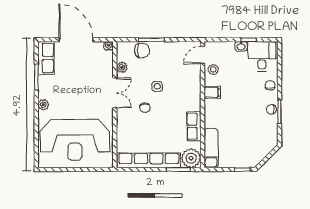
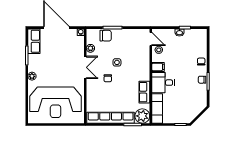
door: (203, 55) -> (151, 39), swing flipped
desk: (262, 56) -> (163, 83), moved, turned -90

